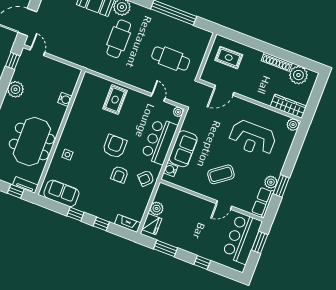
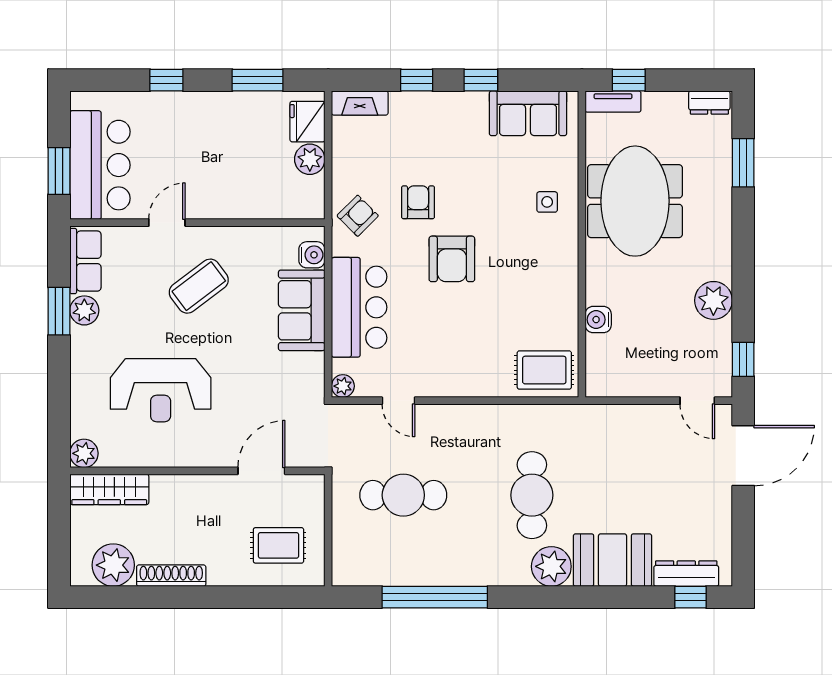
rug: (115, 100) -> (544, 370), moved, turned 90
reception desk: (252, 138) -> (161, 390), turned 180

